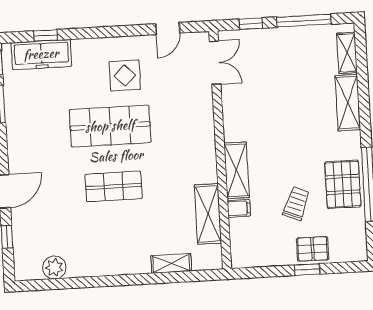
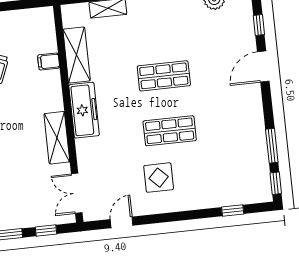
freezer: (41, 54) -> (84, 110), moved, turned 90
shop shelf: (110, 126) -> (170, 131), width x0.70, depth x0.74
shelving: (237, 170) -> (57, 138), moved

